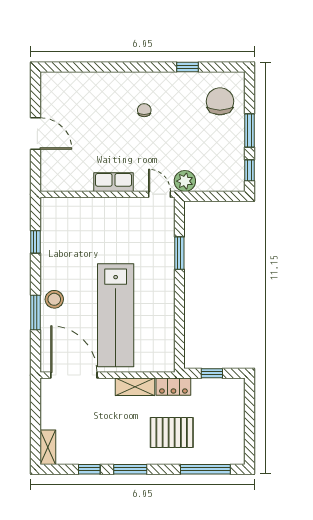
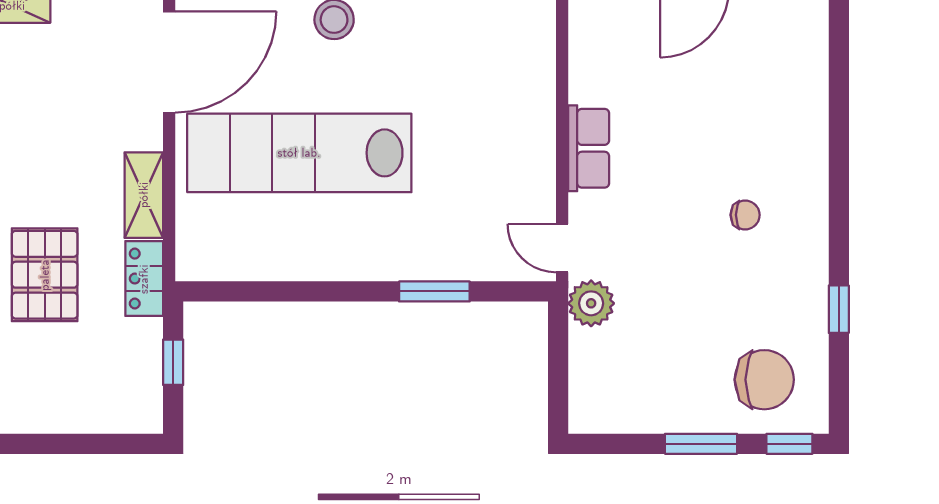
window: (249, 170) -> (789, 444), moved
door: (159, 194) -> (562, 248), swing flipped

